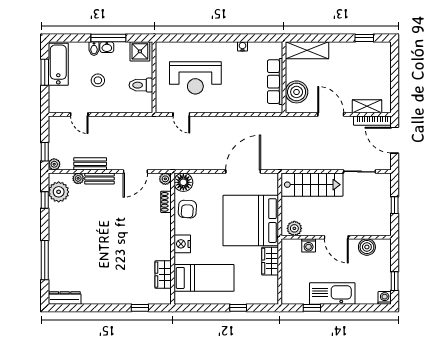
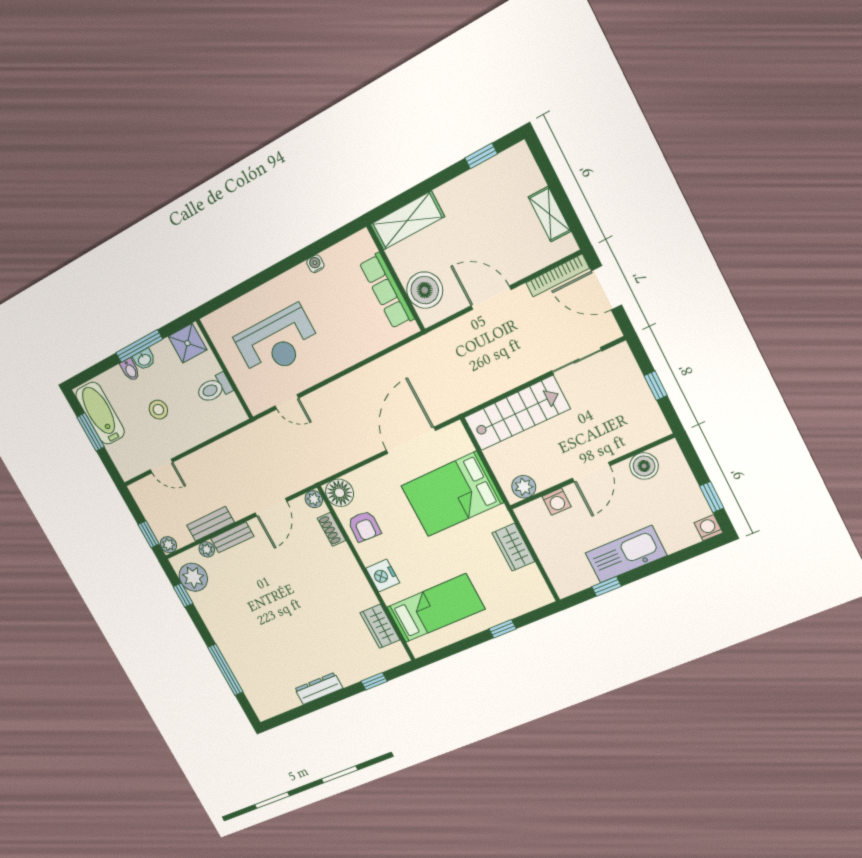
shelving: (367, 106) -> (550, 214), moved, turned 90
bed: (251, 221) -> (452, 494), width x0.73
door: (336, 237) -> (591, 472), hinge flipped
dresser: (65, 298) -> (319, 689), moved

